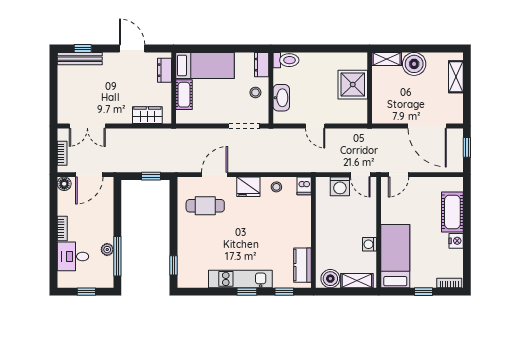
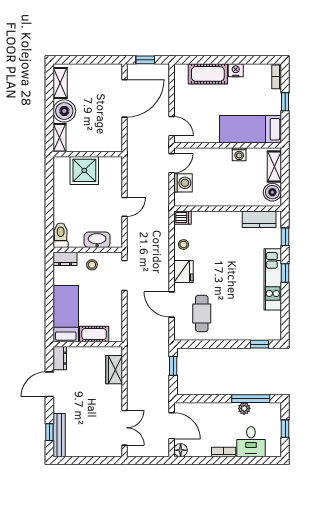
dresser: (164, 70) -> (60, 358), moved, turned -90
shelving: (456, 77) -> (60, 83), moved, turned 90
bookcase: (62, 153) -> (151, 452), removed

